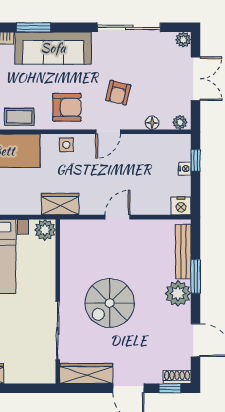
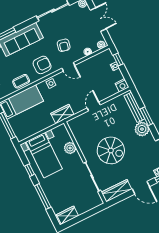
door: (108, 132) -> (68, 67), hinge flipped
plant: (45, 230) -> (70, 148), moved
spiral stairs: (110, 303) -> (111, 150), turned -90

